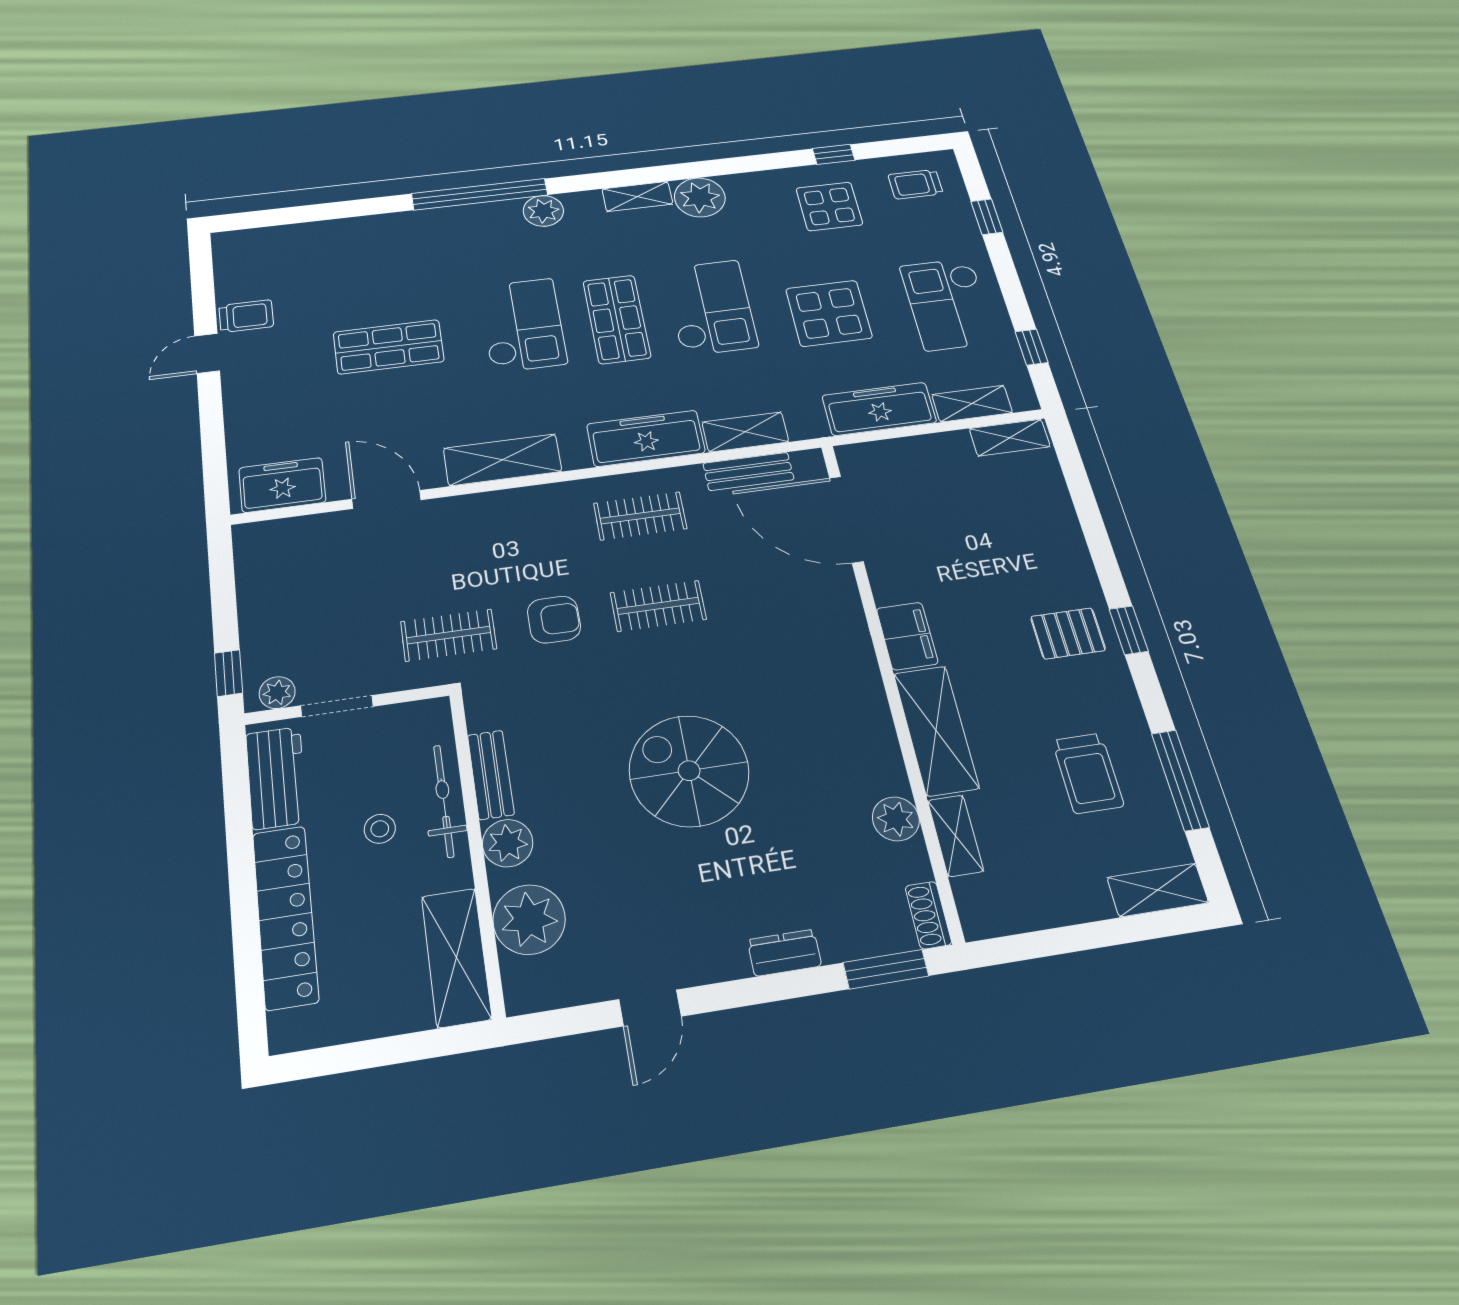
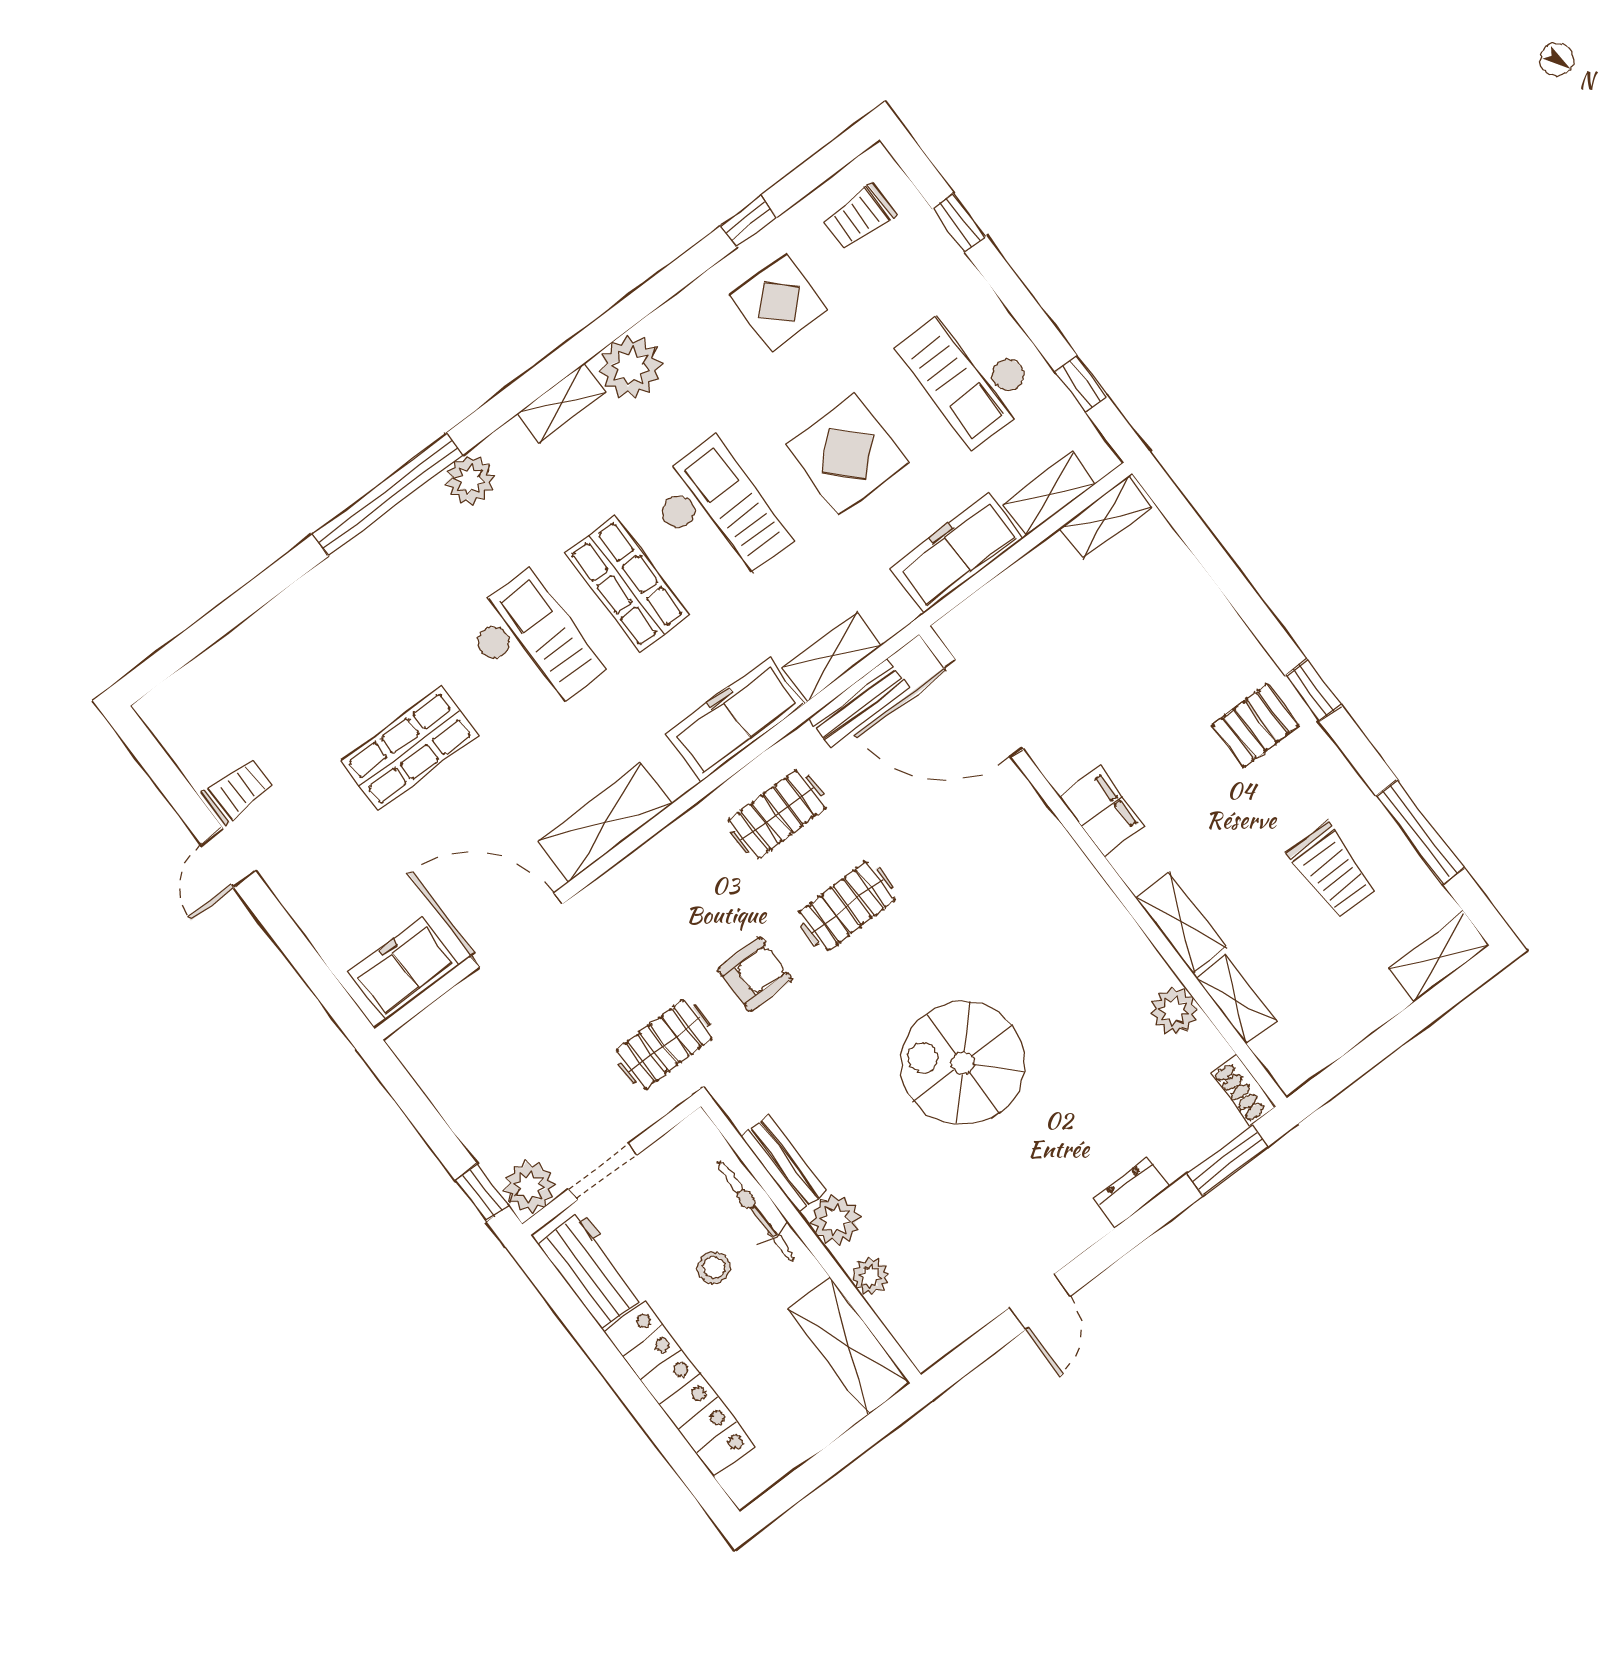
door: (386, 499) -> (517, 930), width x1.36
plant: (277, 693) -> (530, 1187), width x1.38, depth x1.38
shelving: (936, 730) -> (1181, 923), width x0.67, depth x0.75
plant: (529, 919) -> (870, 1276), width x0.53, depth x0.53

